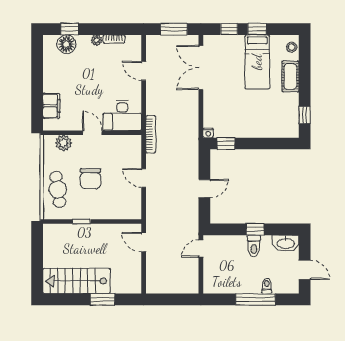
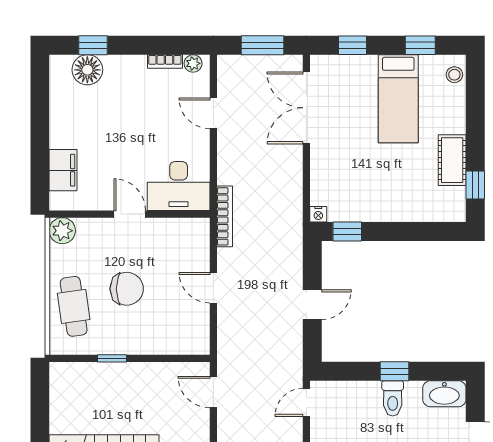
window: (257, 29) -> (420, 45), moved
plant: (97, 40) -> (193, 63), moved
cot: (290, 76) -> (452, 160), moved
plant: (63, 143) -> (62, 231), moved
chair: (90, 179) -> (127, 289), turned -90

